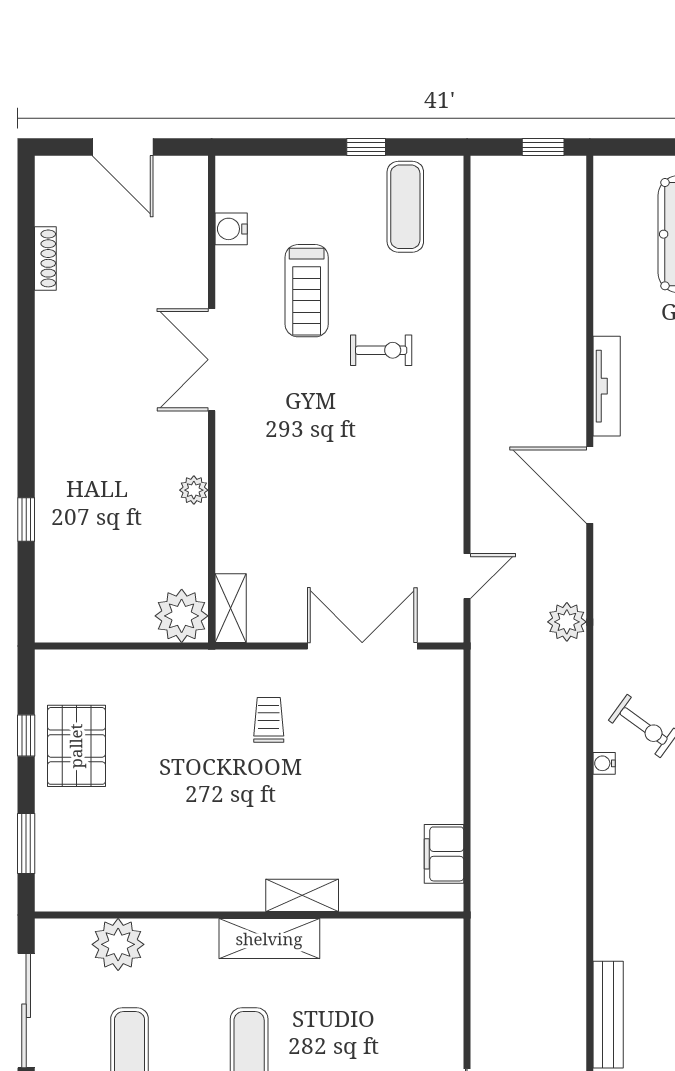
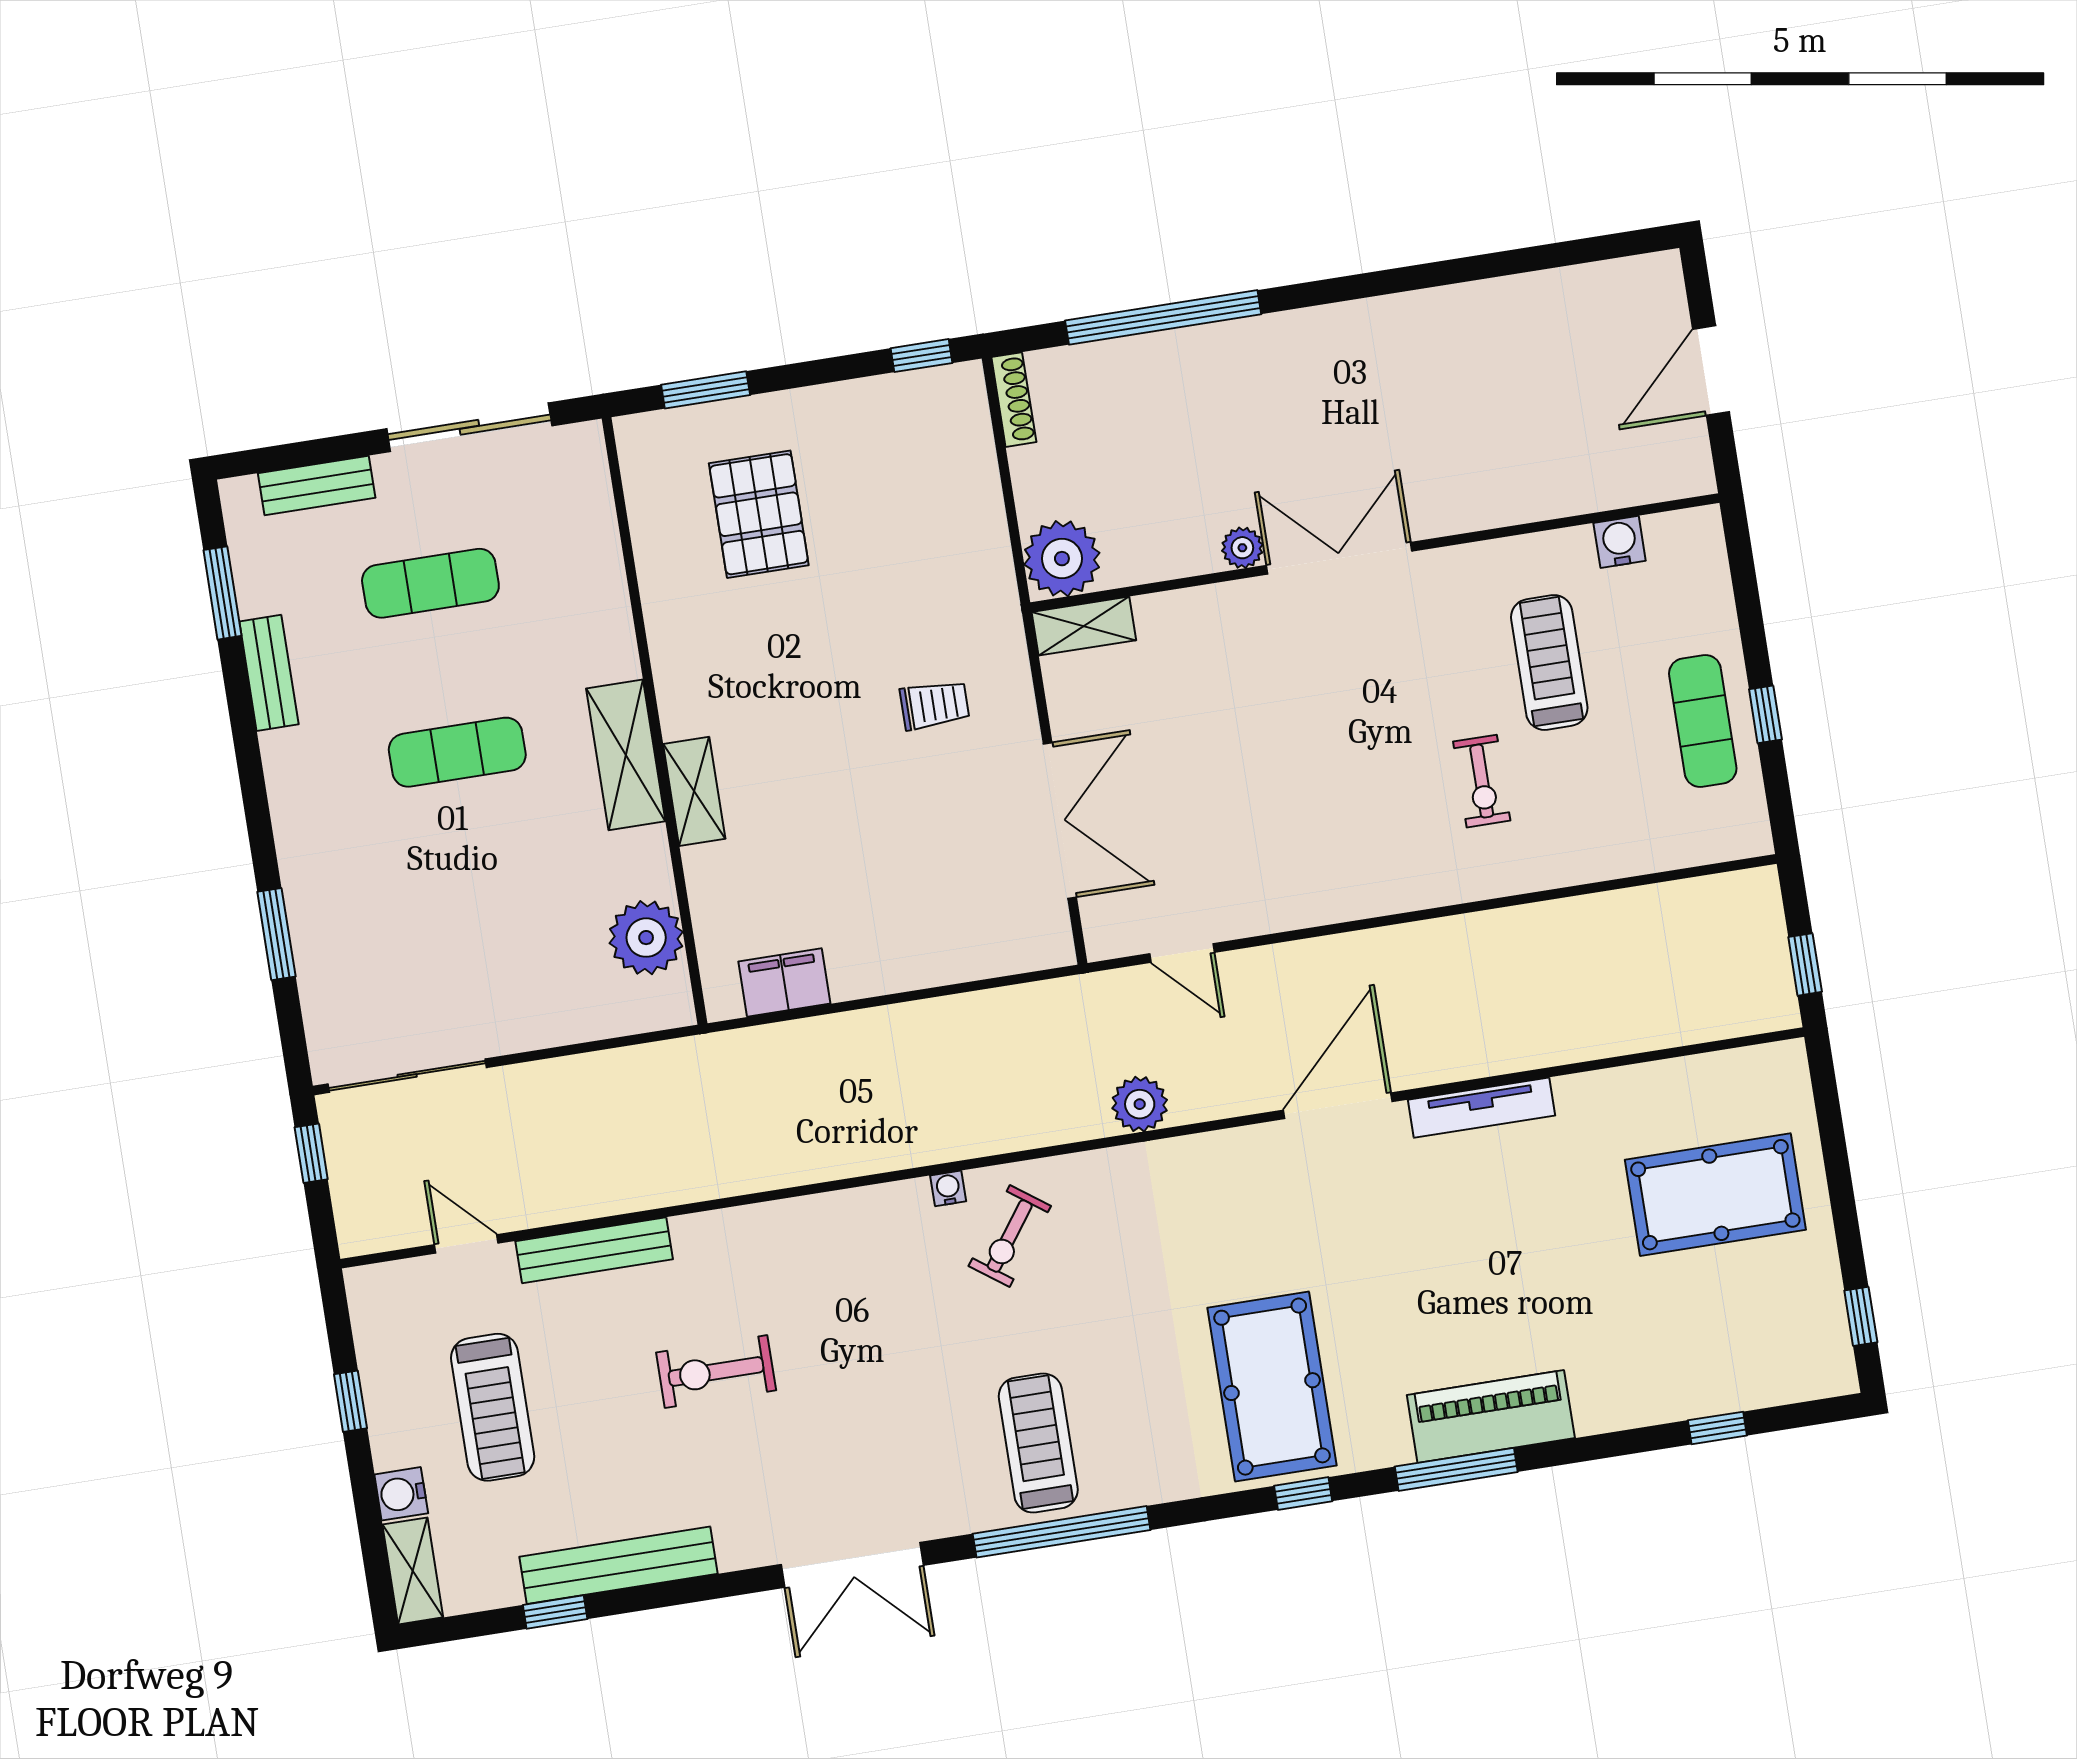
exercise mat: (405, 207) -> (1703, 721), moved, turned 90
shoe rack: (45, 258) -> (1014, 400), moved, turned -90
treadmill: (307, 291) -> (1549, 663), turned 90
double door: (212, 360) -> (1339, 558), moved
window: (26, 520) -> (1163, 317), width x3.17
window: (26, 736) -> (922, 356), moved
pallet: (76, 746) -> (759, 514), moved, turned 90
plant: (118, 944) -> (646, 938), moved

